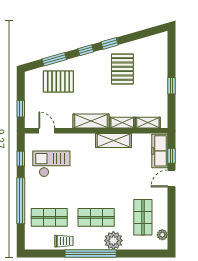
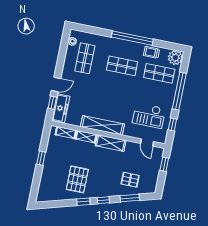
pallet: (58, 82) -> (130, 180), width x0.67, depth x0.71
shelving: (114, 140) -> (102, 125), width x1.47
plant: (113, 241) -> (175, 58), moved

